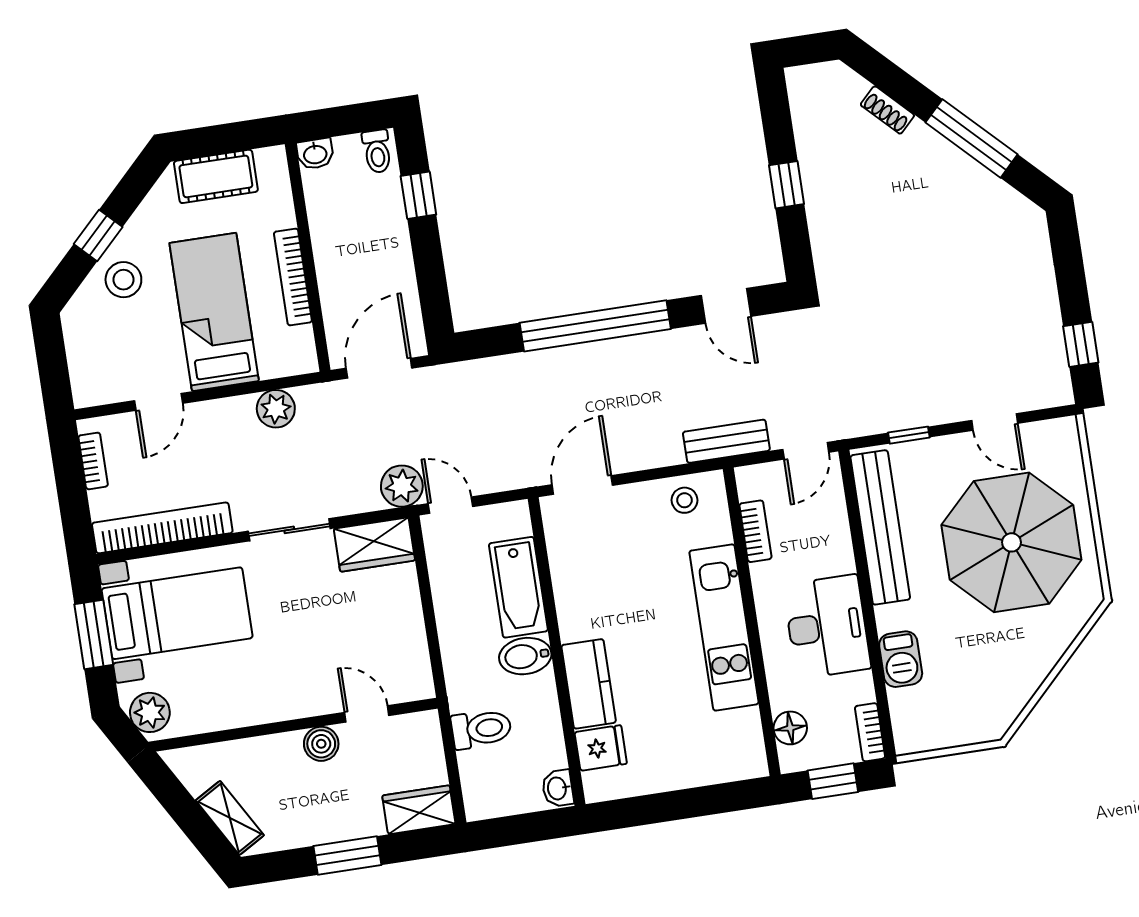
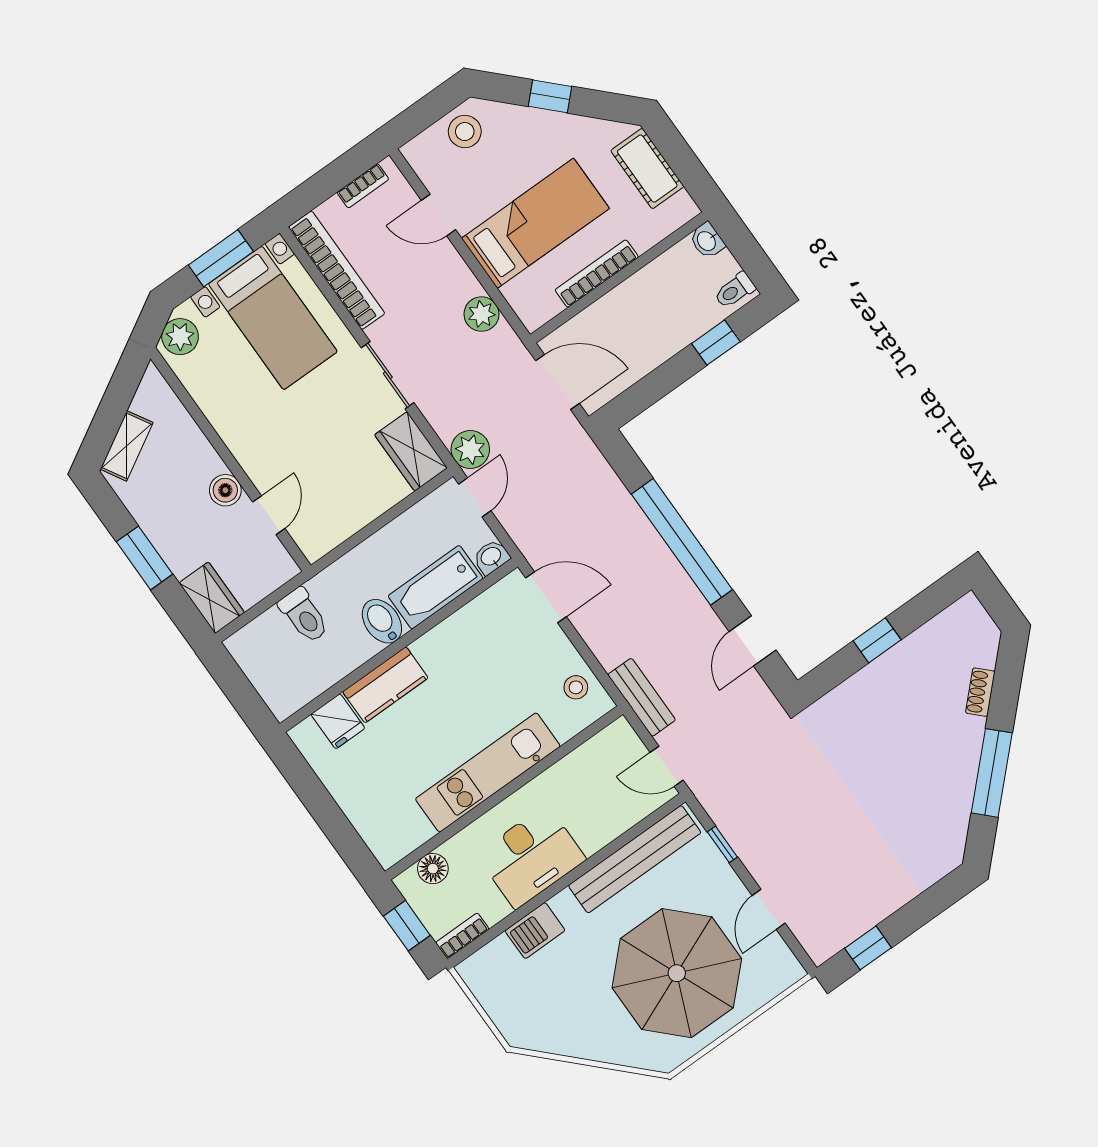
stool: (123, 280) -> (465, 132), moved
bookcase: (755, 531) -> (580, 758), removed
washbasin: (558, 788) -> (491, 557), moved

